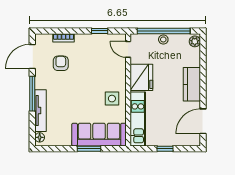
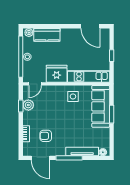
plant: (101, 41) -> (28, 105), added
kitchen counter: (192, 84) -> (47, 35), moved

